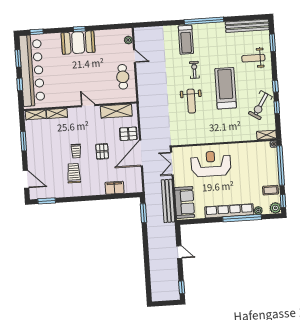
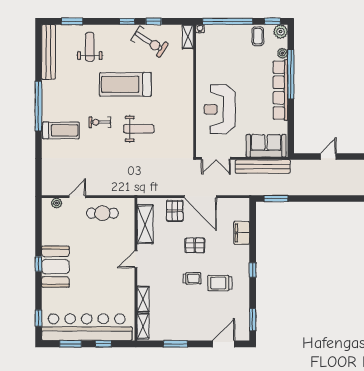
weight bench: (253, 58) -> (90, 47), turned 180
window: (86, 198) -> (253, 270), added

